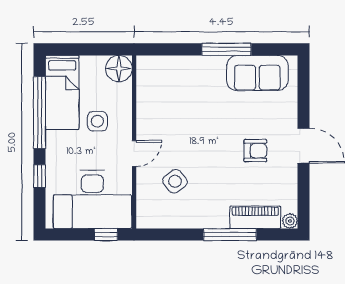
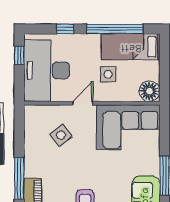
corner sofa: (165, 96) -> (128, 127), added
door: (134, 153) -> (83, 103), swing flipped
window: (106, 235) -> (19, 55), moved

